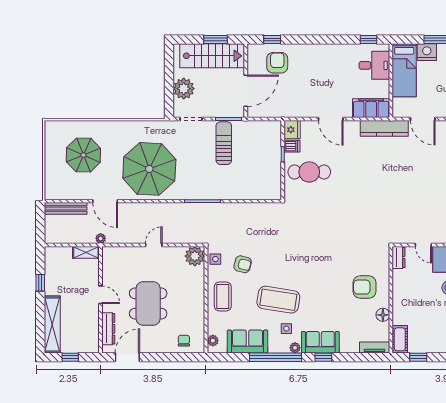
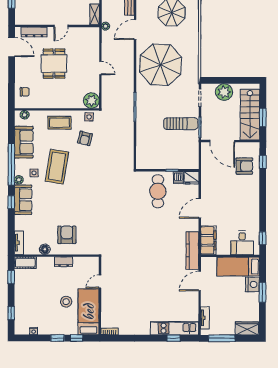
dresser: (399, 257) -> (64, 262), moved
dining table: (148, 304) -> (54, 64), width x0.73

